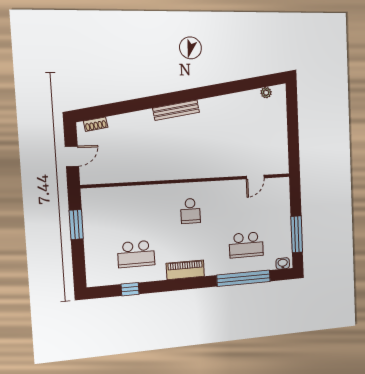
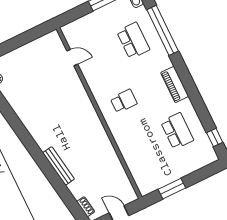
bench: (176, 110) -> (58, 166), moved
window: (130, 289) -> (215, 138), moved

